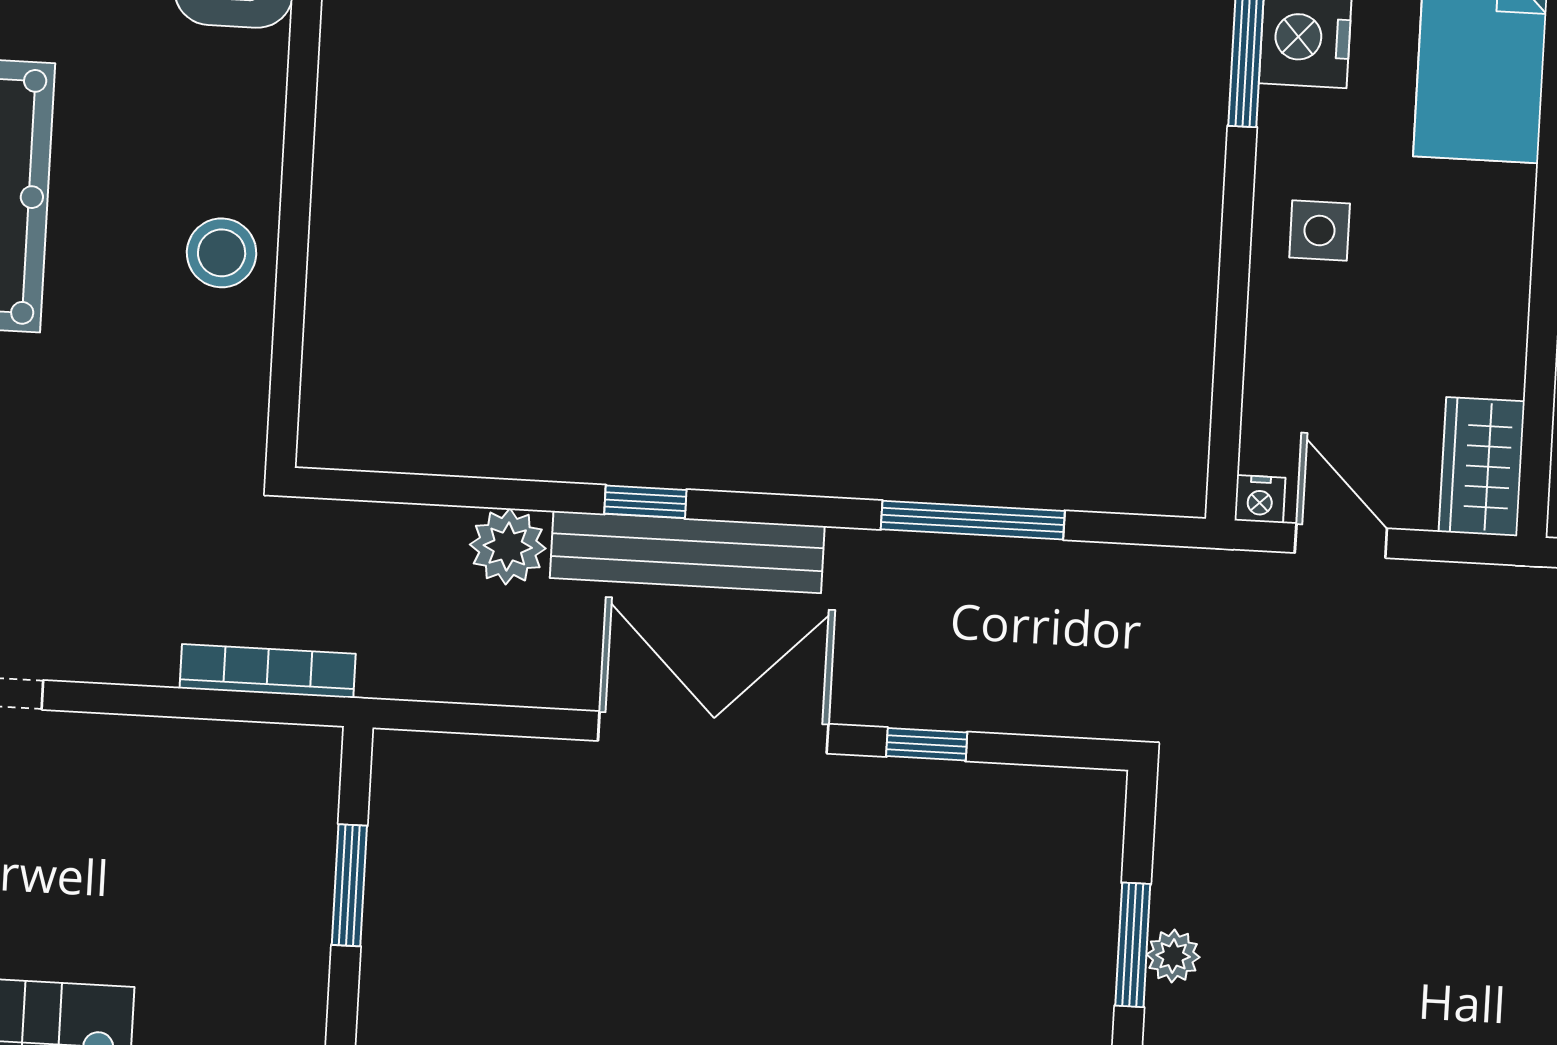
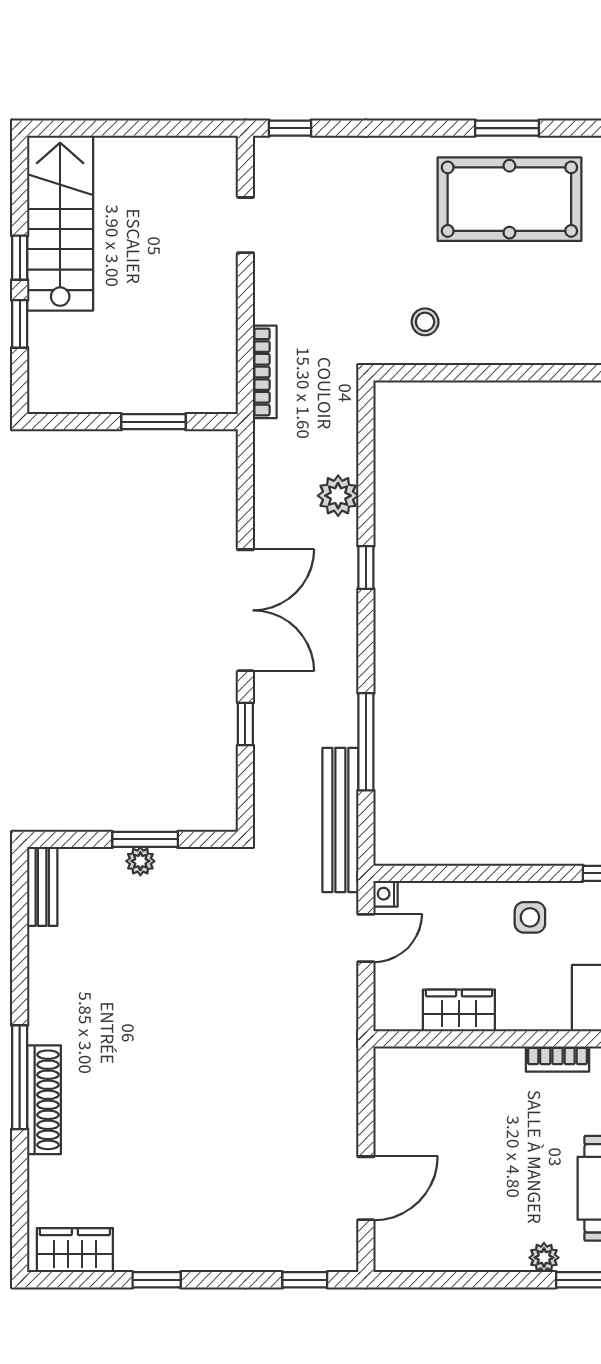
stool: (222, 253) -> (425, 322), moved, width x0.73, depth x0.73
wardrobe: (1482, 467) -> (459, 1010), moved
bench: (687, 552) -> (340, 820), moved

